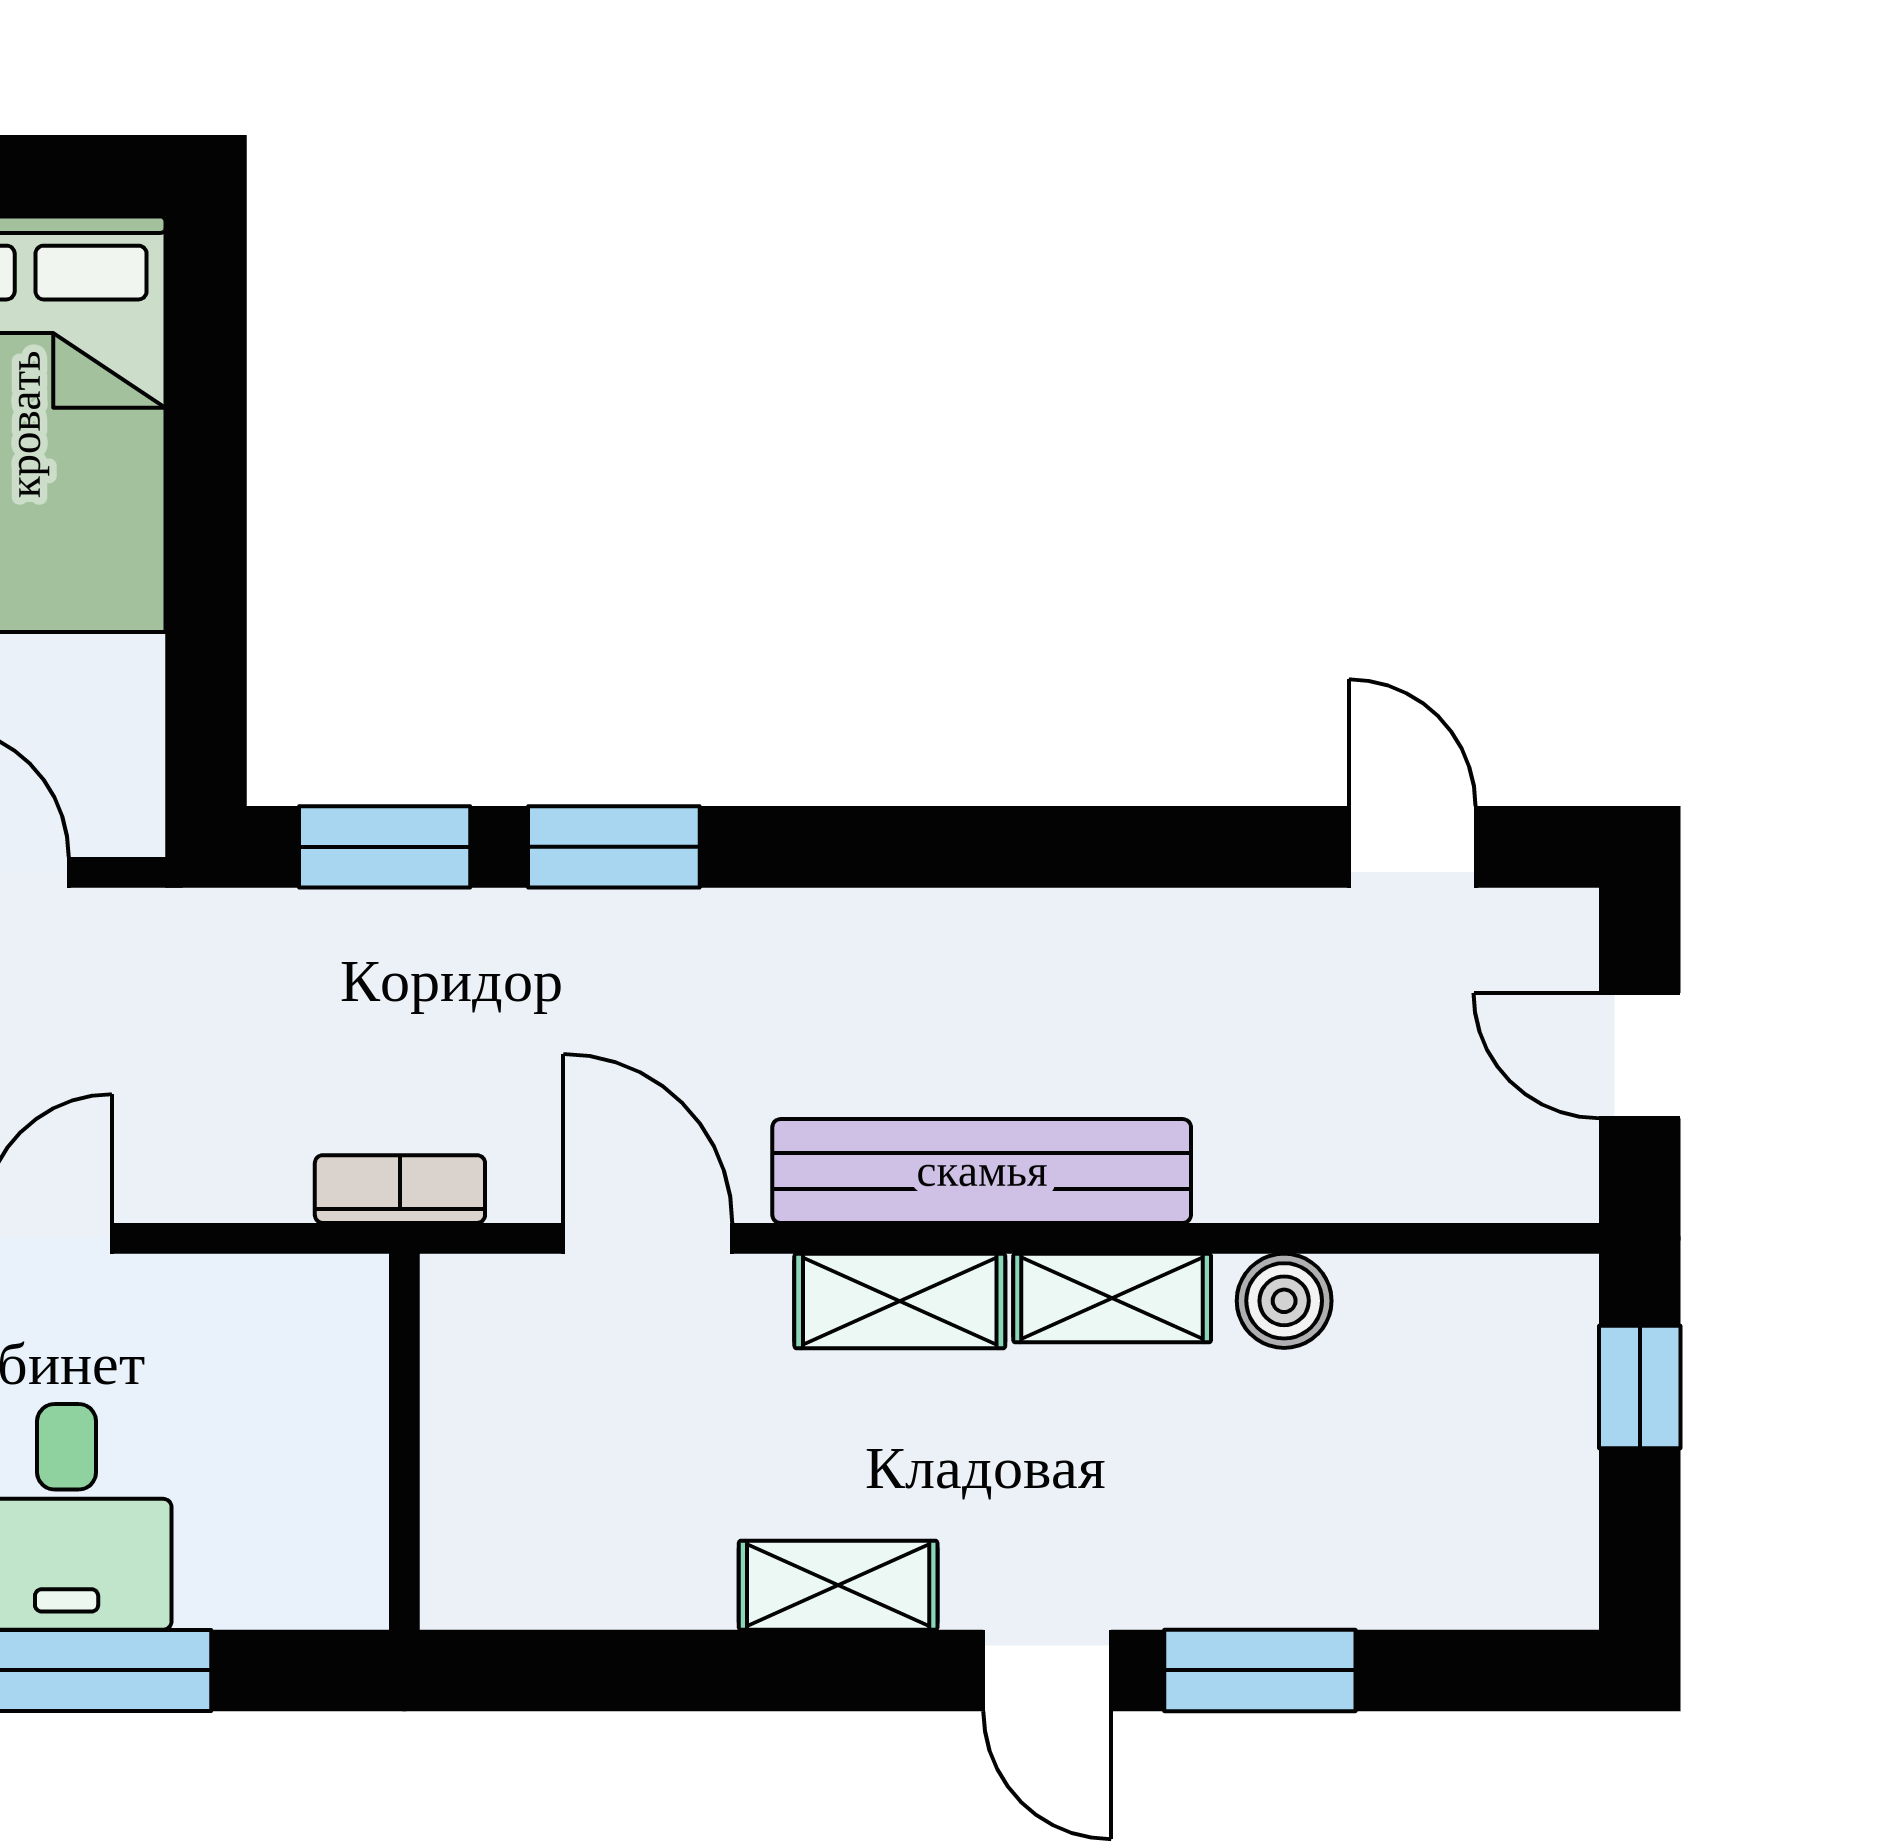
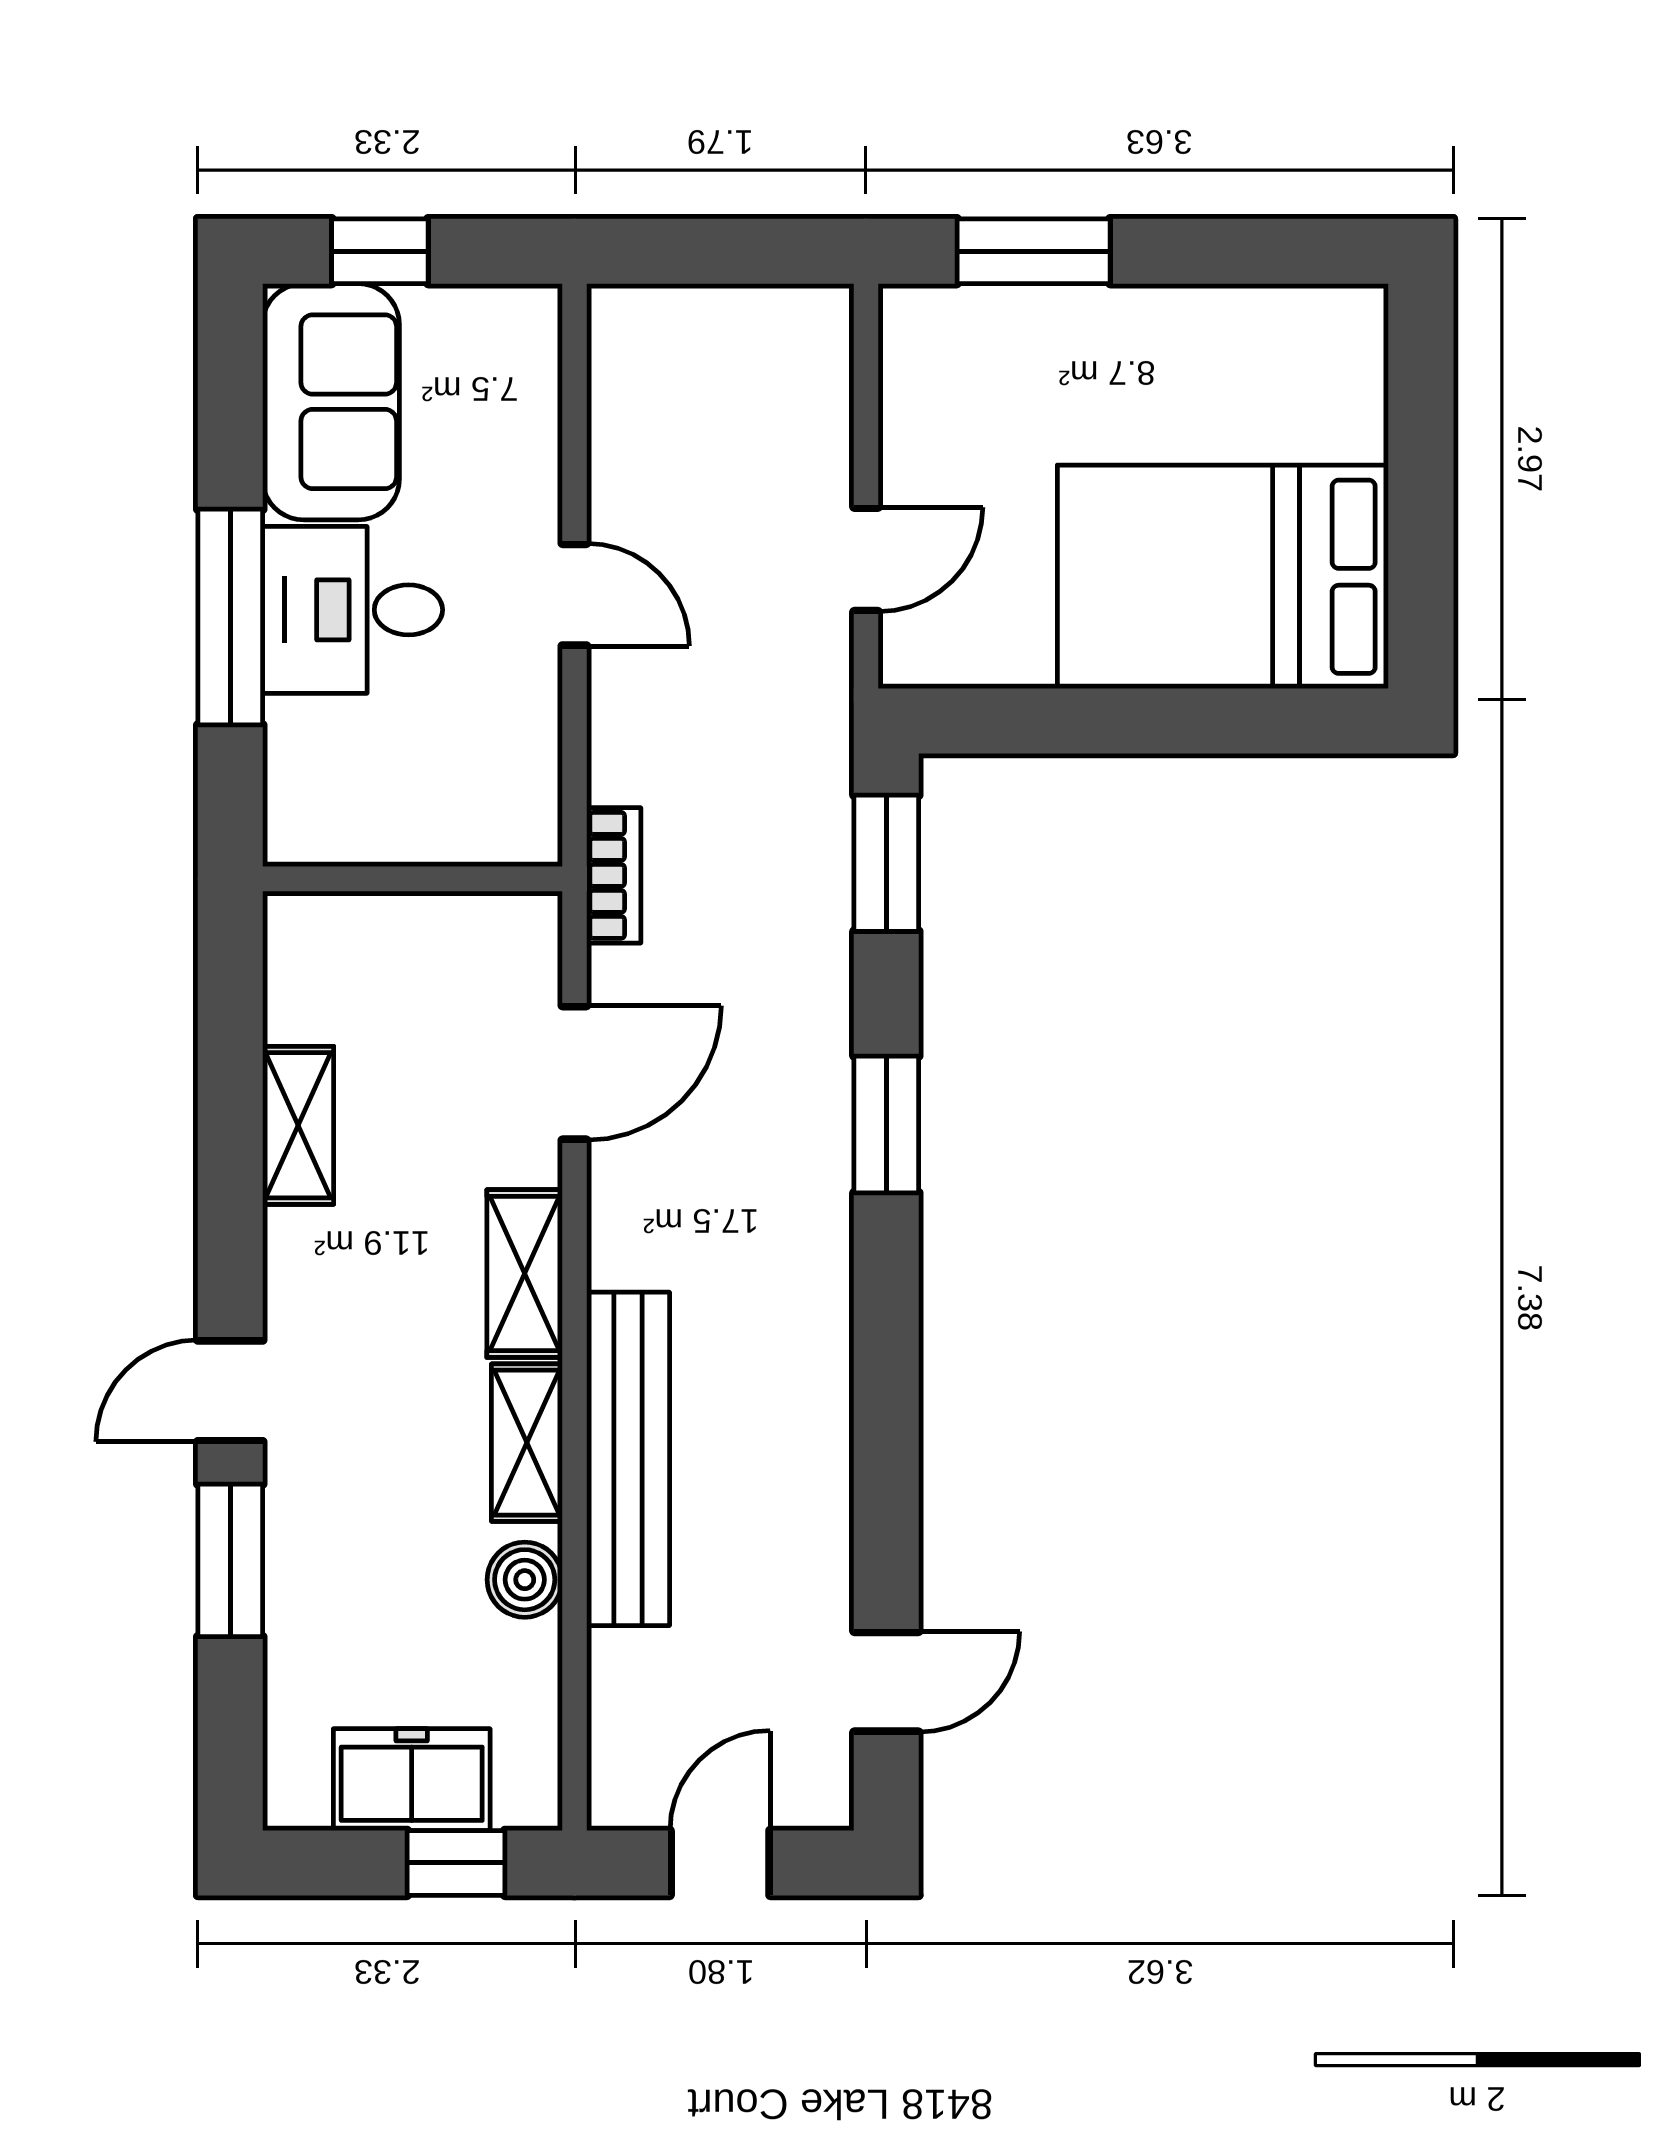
window: (614, 847) -> (886, 1124), moved
bench: (982, 1171) -> (628, 1459), moved
freezer: (1535, 1443) -> (412, 1780), added
shelving: (838, 1585) -> (298, 1125), moved

